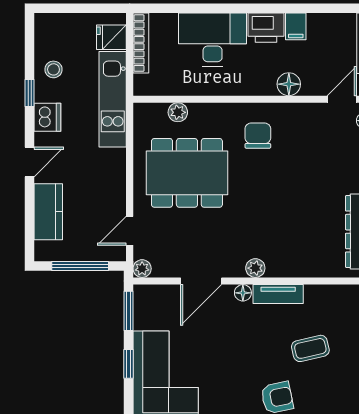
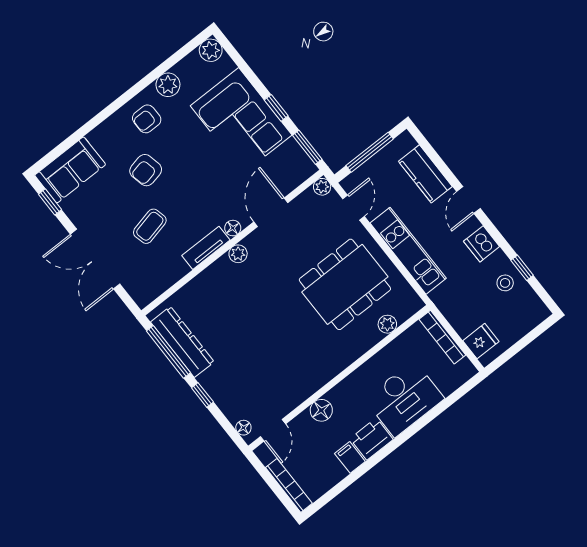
bookcase: (141, 43) -> (442, 337), moved
window: (30, 93) -> (522, 268), moved
kitchen unit: (113, 99) -> (408, 251), moved
chair: (258, 136) -> (314, 354), removed

